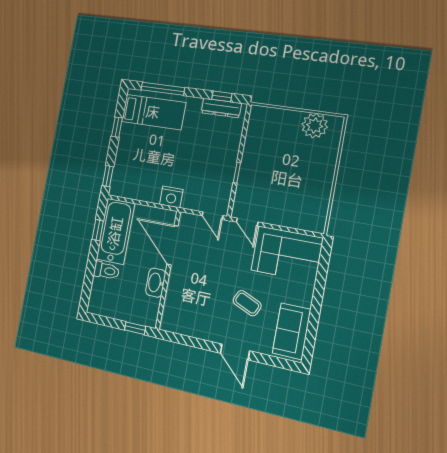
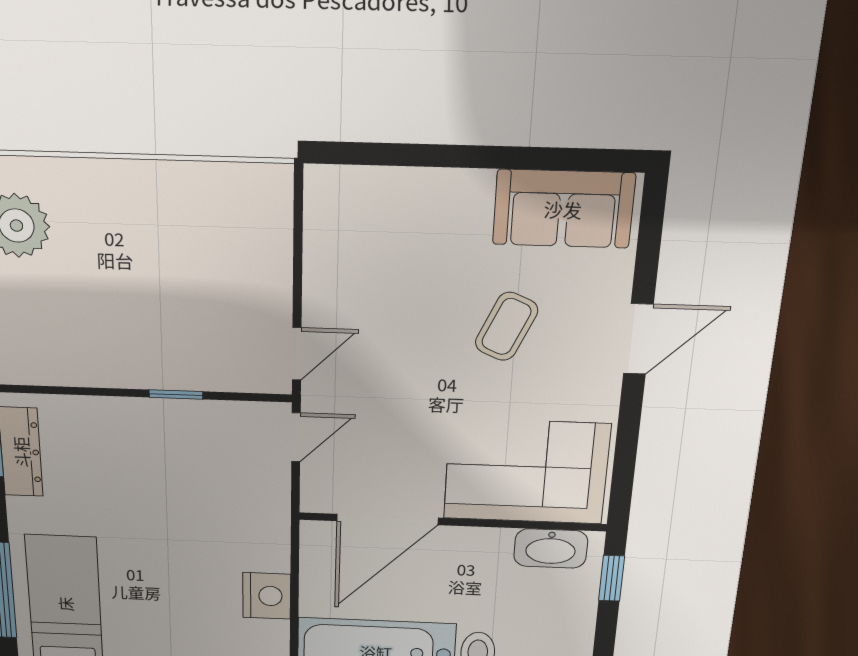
nightstand: (171, 197) -> (267, 596), moved
corner sofa: (287, 254) -> (526, 472), moved, turned -90
washbasin: (156, 283) -> (551, 548), moved

